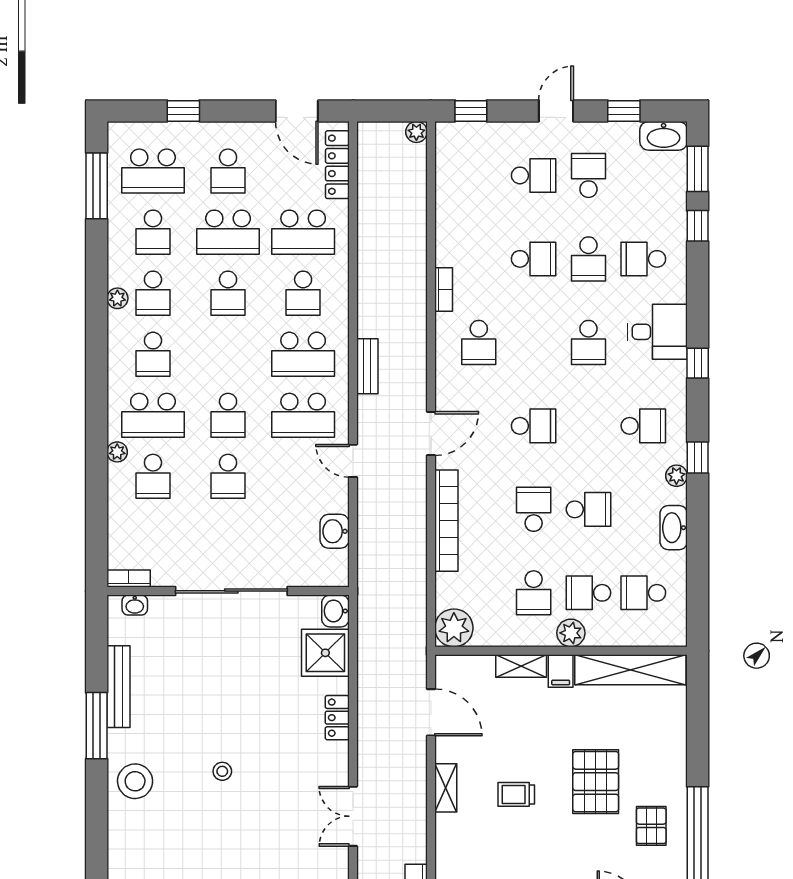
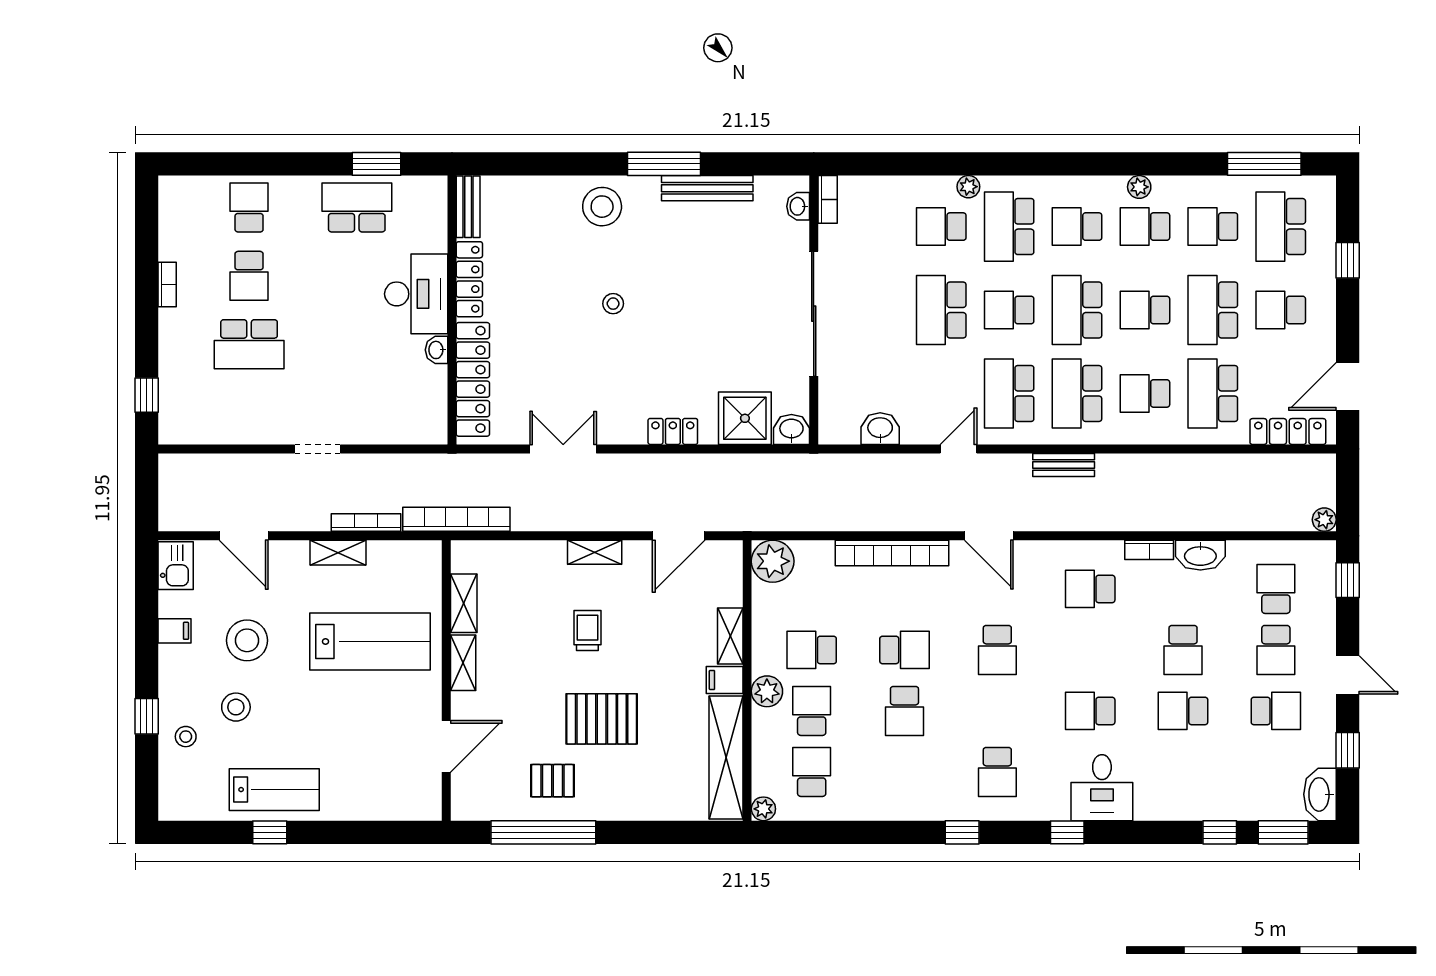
school desk: (643, 259) -> (1276, 589), moved
school desk: (228, 354) -> (1077, 310), added
school desk: (228, 476) -> (941, 310), width x1.85
plant: (676, 476) -> (763, 809), moved
washbasin: (674, 528) -> (1200, 555), moved, turned 180

